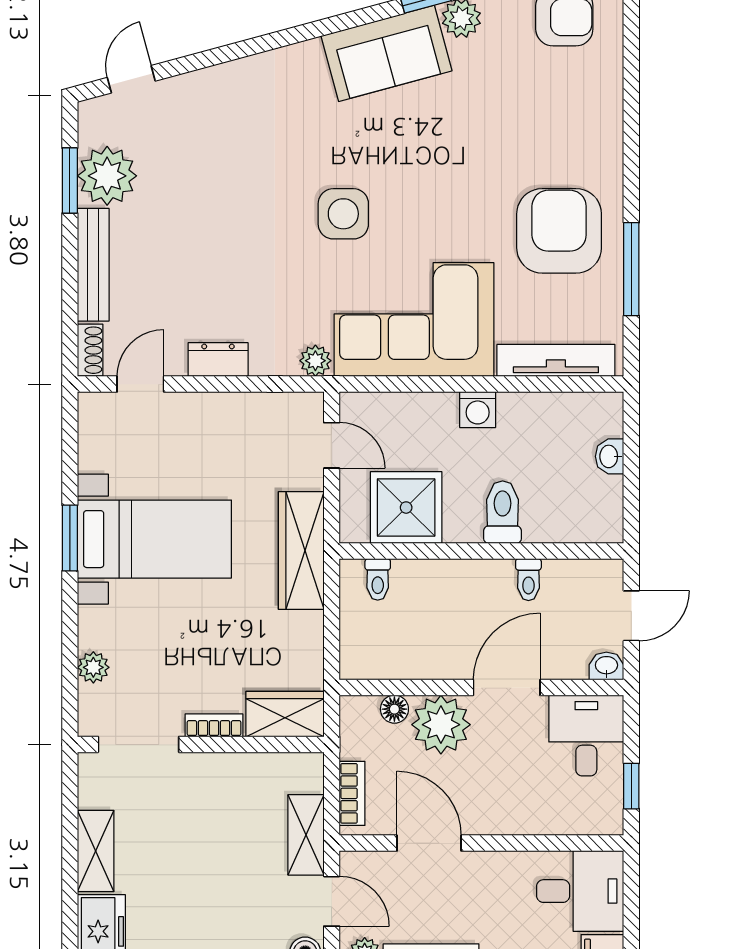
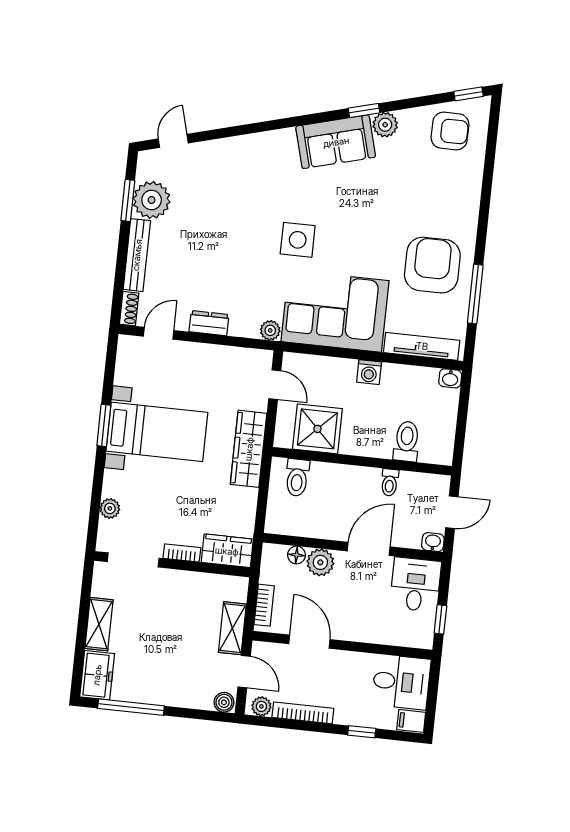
washbasin: (610, 456) -> (450, 378), moved, turned -90
toilet: (503, 512) -> (407, 441), moved
toilet: (378, 579) -> (297, 478), width x1.37, depth x1.39
plant: (441, 725) -> (320, 562), width x0.73, depth x0.73

